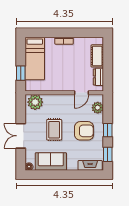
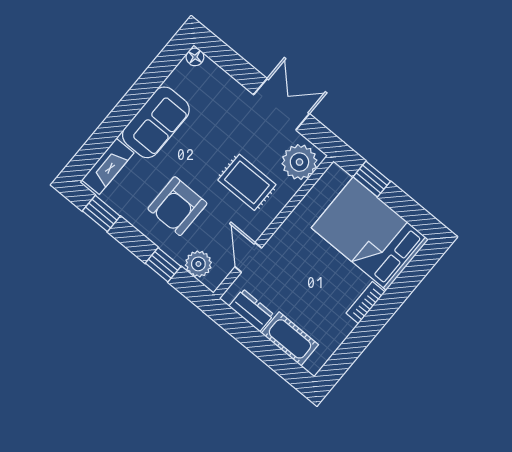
bed: (35, 59) -> (370, 234), width x1.50
rug: (54, 130) -> (247, 182), moved
window: (108, 130) -> (163, 265), moved
double door: (21, 136) -> (281, 104), moved
sofa: (51, 161) -> (156, 122), moved

